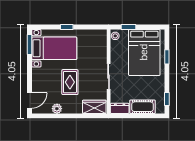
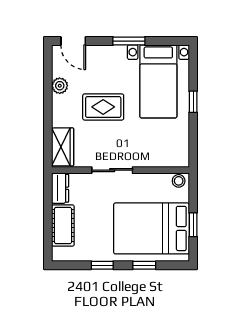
window: (128, 27) -> (193, 225), moved
window: (29, 45) -> (129, 41), moved
window: (167, 99) -> (102, 265), moved

